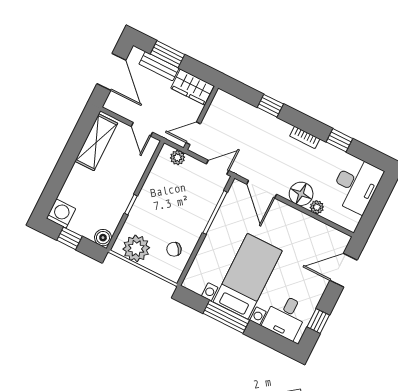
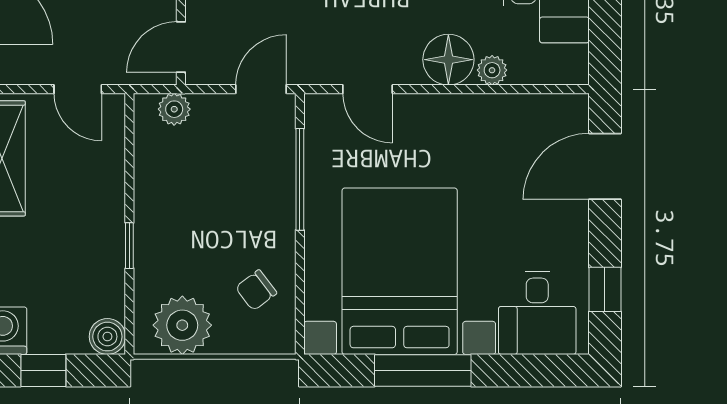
door: (262, 189) -> (368, 89), width x0.73
bed with nightstands: (248, 276) -> (400, 271), width x1.36

